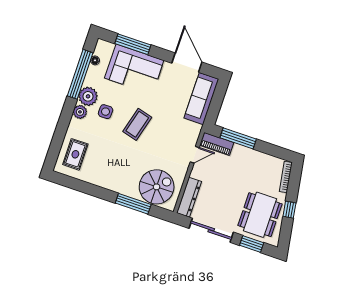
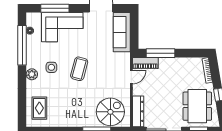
plant: (88, 96) -> (34, 60), removed

